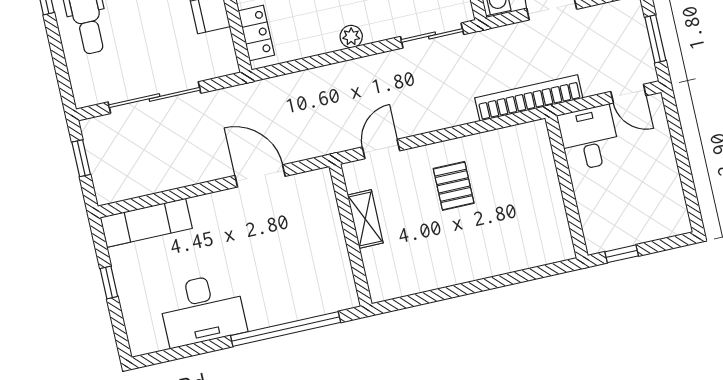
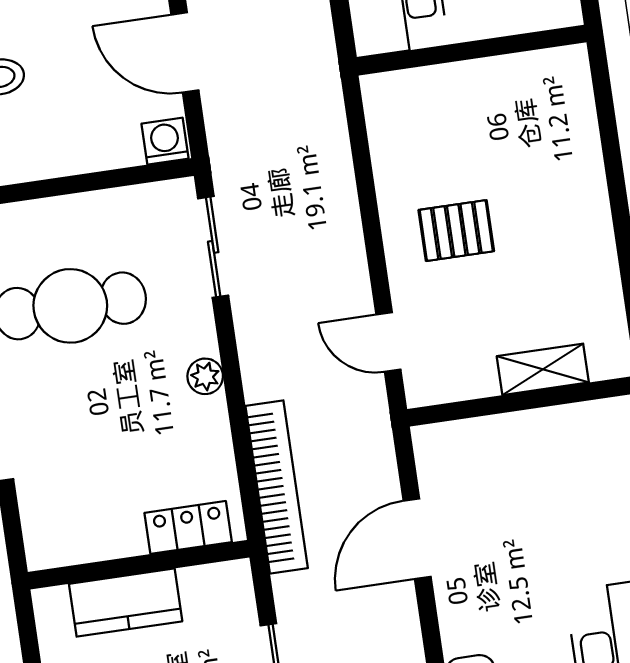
bookcase: (529, 98) -> (277, 487), moved, turned 180
shelving: (365, 219) -> (543, 369), moved

